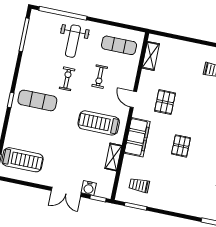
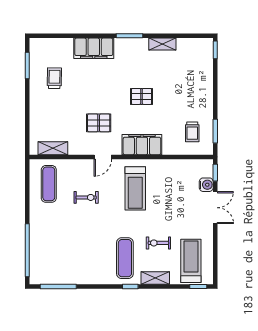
weight bench: (73, 41) -> (54, 234), removed
exercise bike: (67, 79) -> (158, 243), moved
shelving: (113, 157) -> (155, 278), moved

